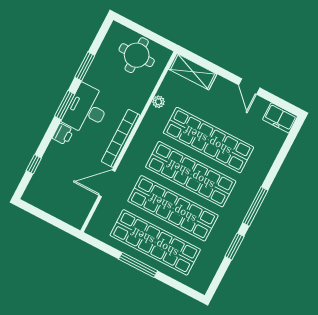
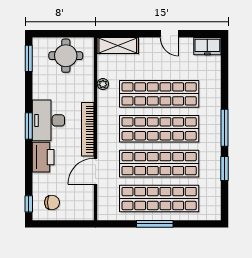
window: (85, 66) -> (29, 58), moved
printer: (63, 134) -> (43, 157), width x1.87, depth x1.48
window: (34, 164) -> (29, 204), moved
chair: (48, 192) -> (52, 202), added

